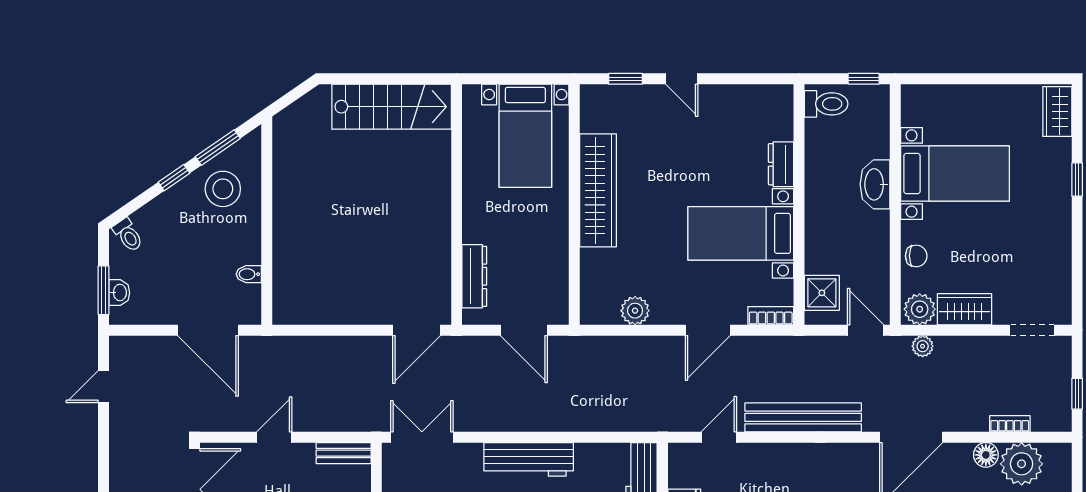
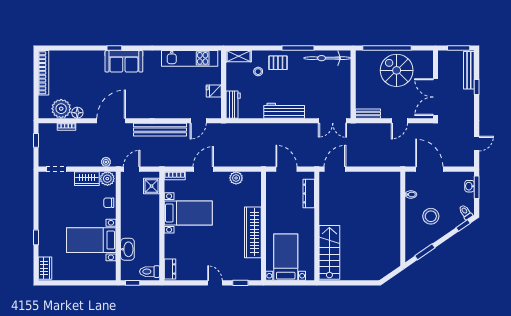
stairs: (392, 107) -> (329, 252), moved, turned 90
dresser: (781, 164) -> (170, 269), moved
window: (174, 178) -> (463, 225), moved
washbasin: (875, 184) -> (127, 249), moved
stool: (223, 189) -> (431, 216), moved
door: (866, 330) -> (132, 169), swing flipped

